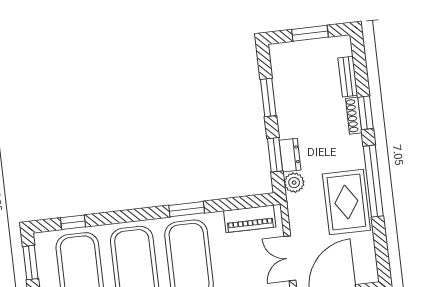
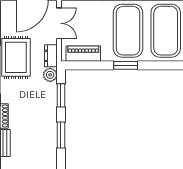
dresser: (290, 155) -> (51, 56), moved

